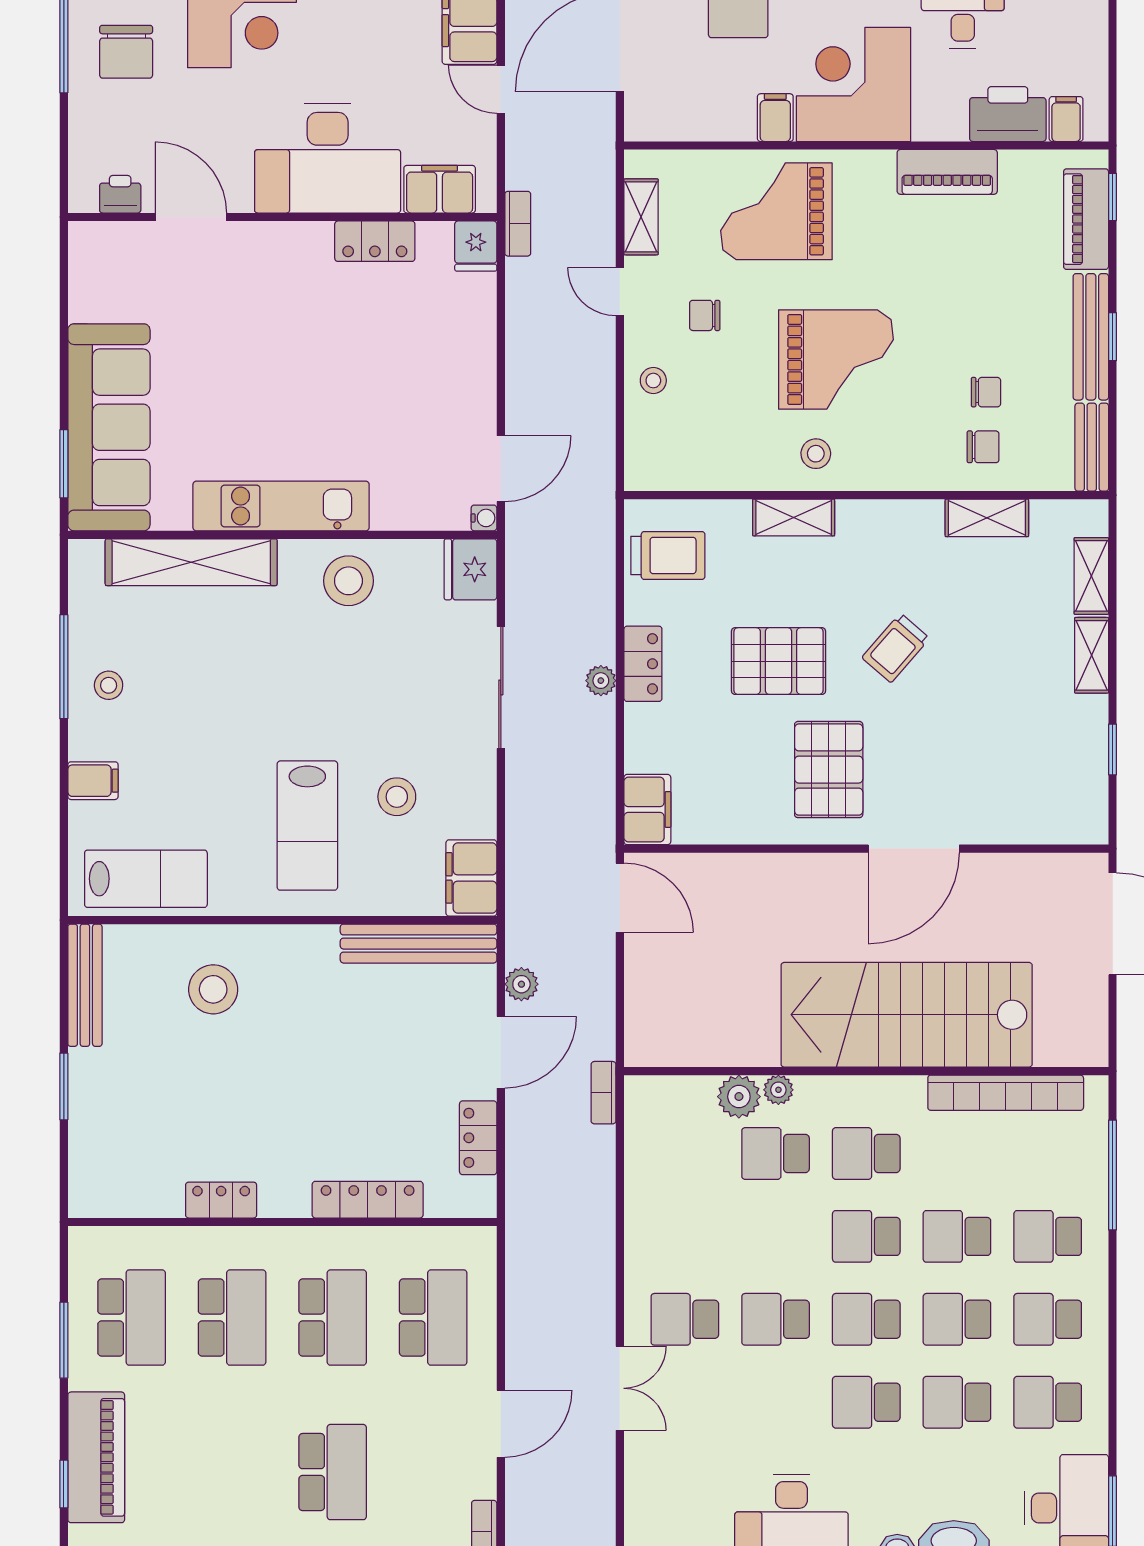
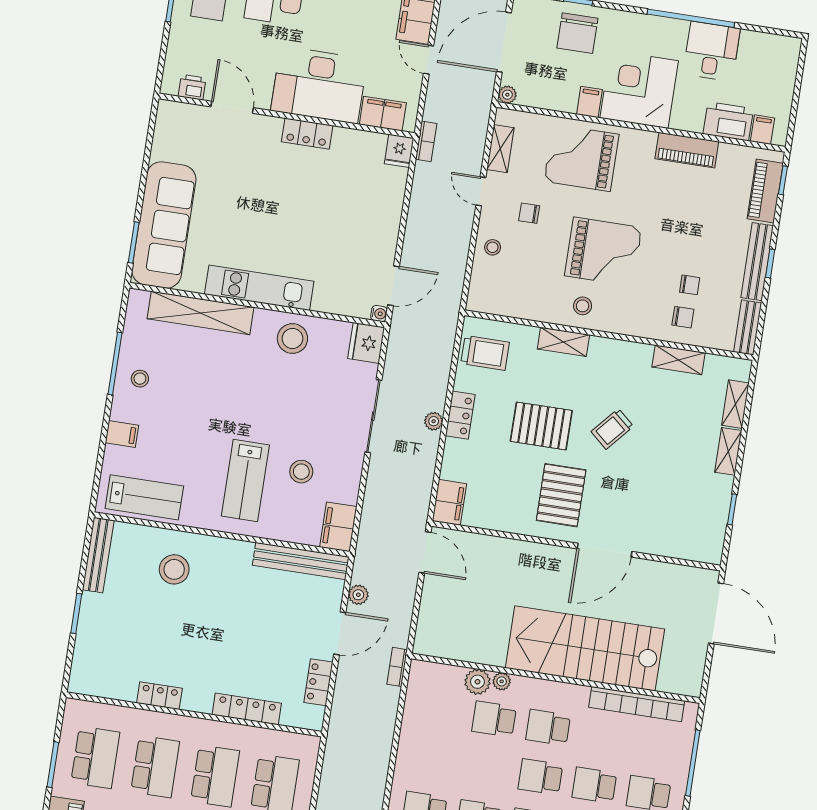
plant: (639, 127) -> (507, 95), added
locker: (375, 241) -> (307, 134), moved

